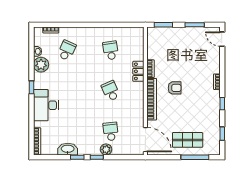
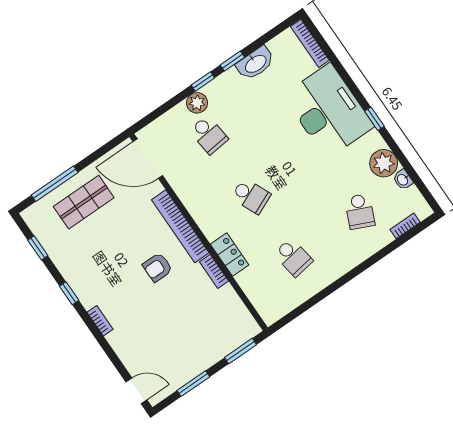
desk: (46, 105) -> (328, 111), width x1.36, depth x1.30

